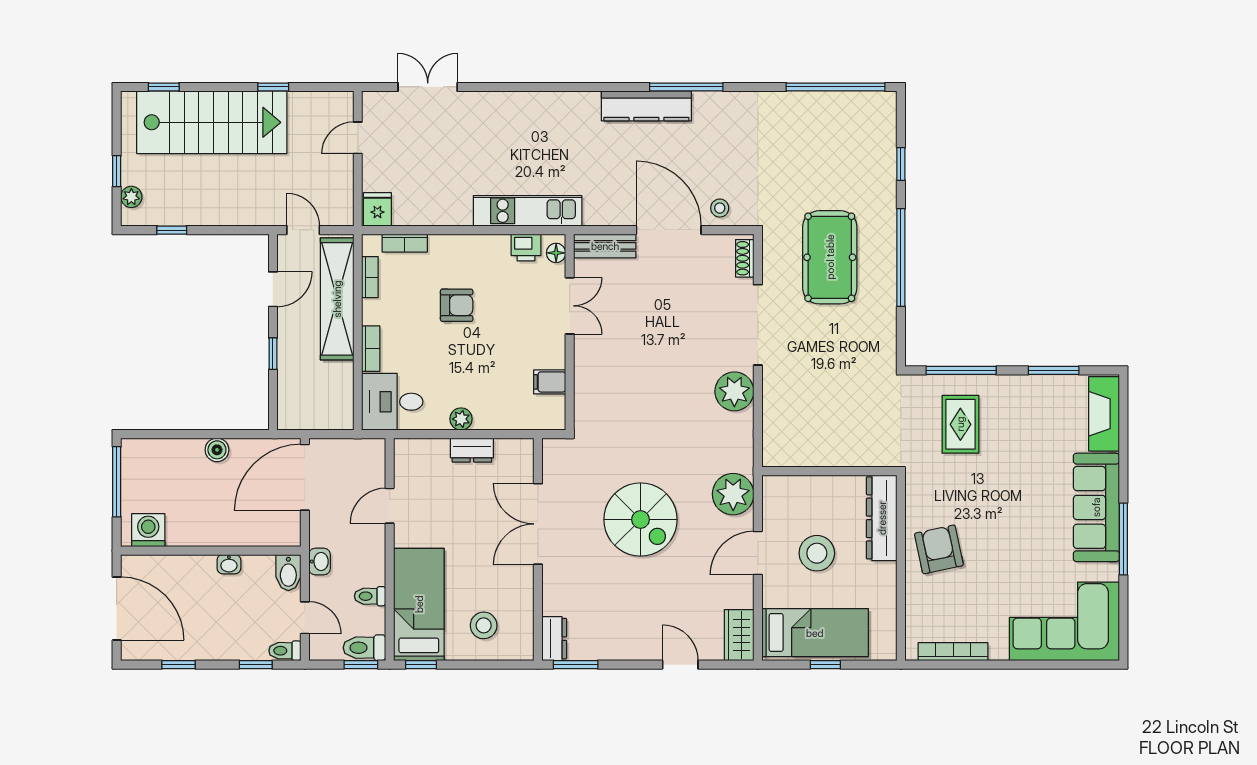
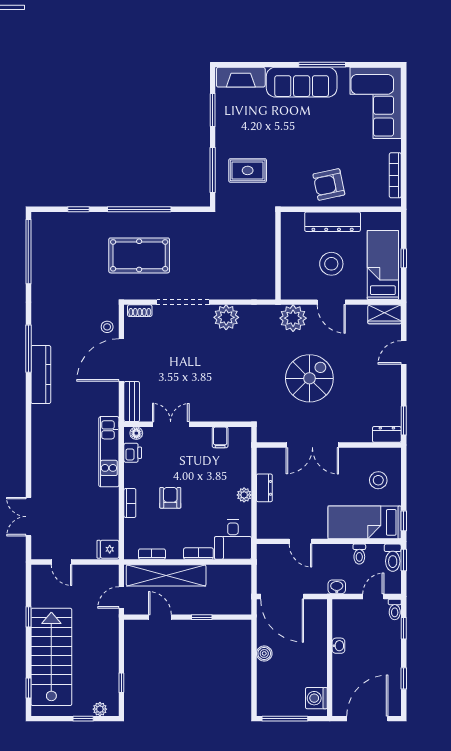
bookcase: (405, 243) -> (130, 503), moved
dresser: (882, 518) -> (333, 222), moved
bidet: (288, 573) -> (344, 607), removed

